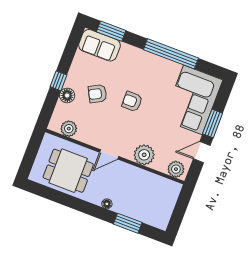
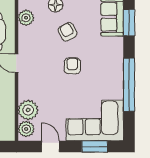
window: (213, 124) -> (95, 146), moved
plant: (144, 155) -> (28, 110), moved

